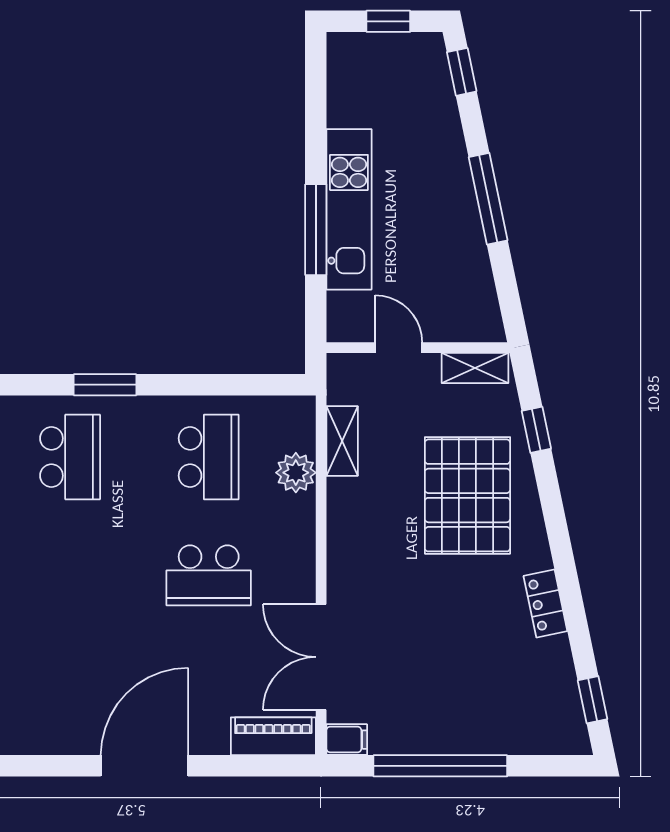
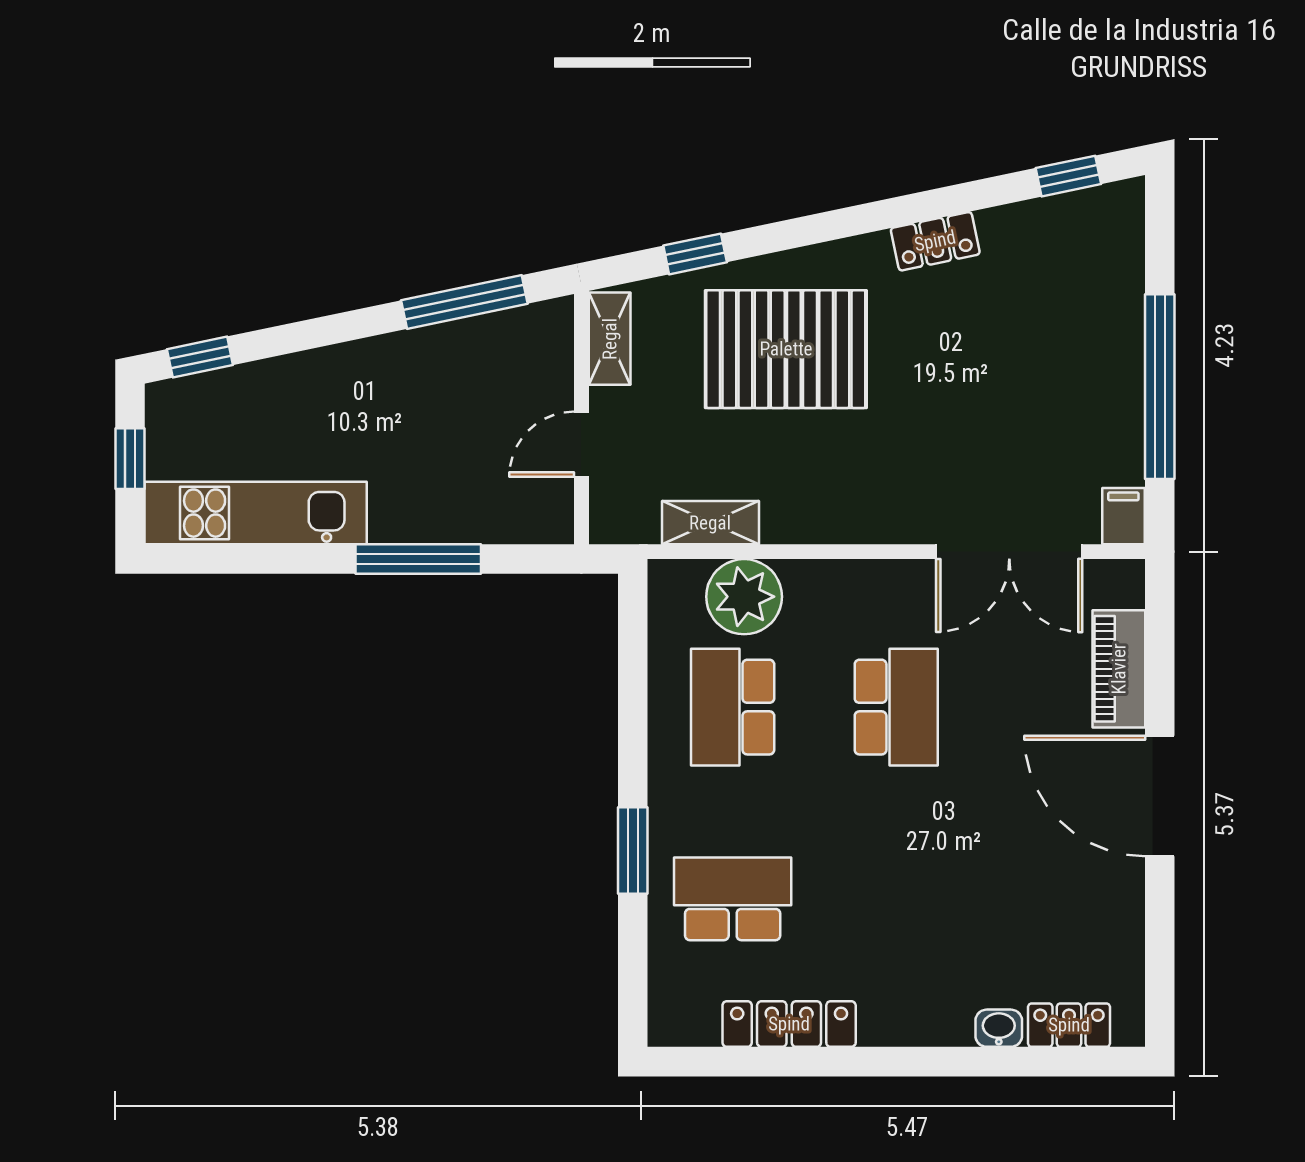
window: (488, 199) -> (464, 302), moved
kitchen unit: (349, 209) -> (256, 513), moved
school desk: (209, 457) -> (733, 707), turned -90
plant: (296, 473) -> (744, 597), width x1.36, depth x1.36
piano: (273, 736) -> (1119, 669), moved

